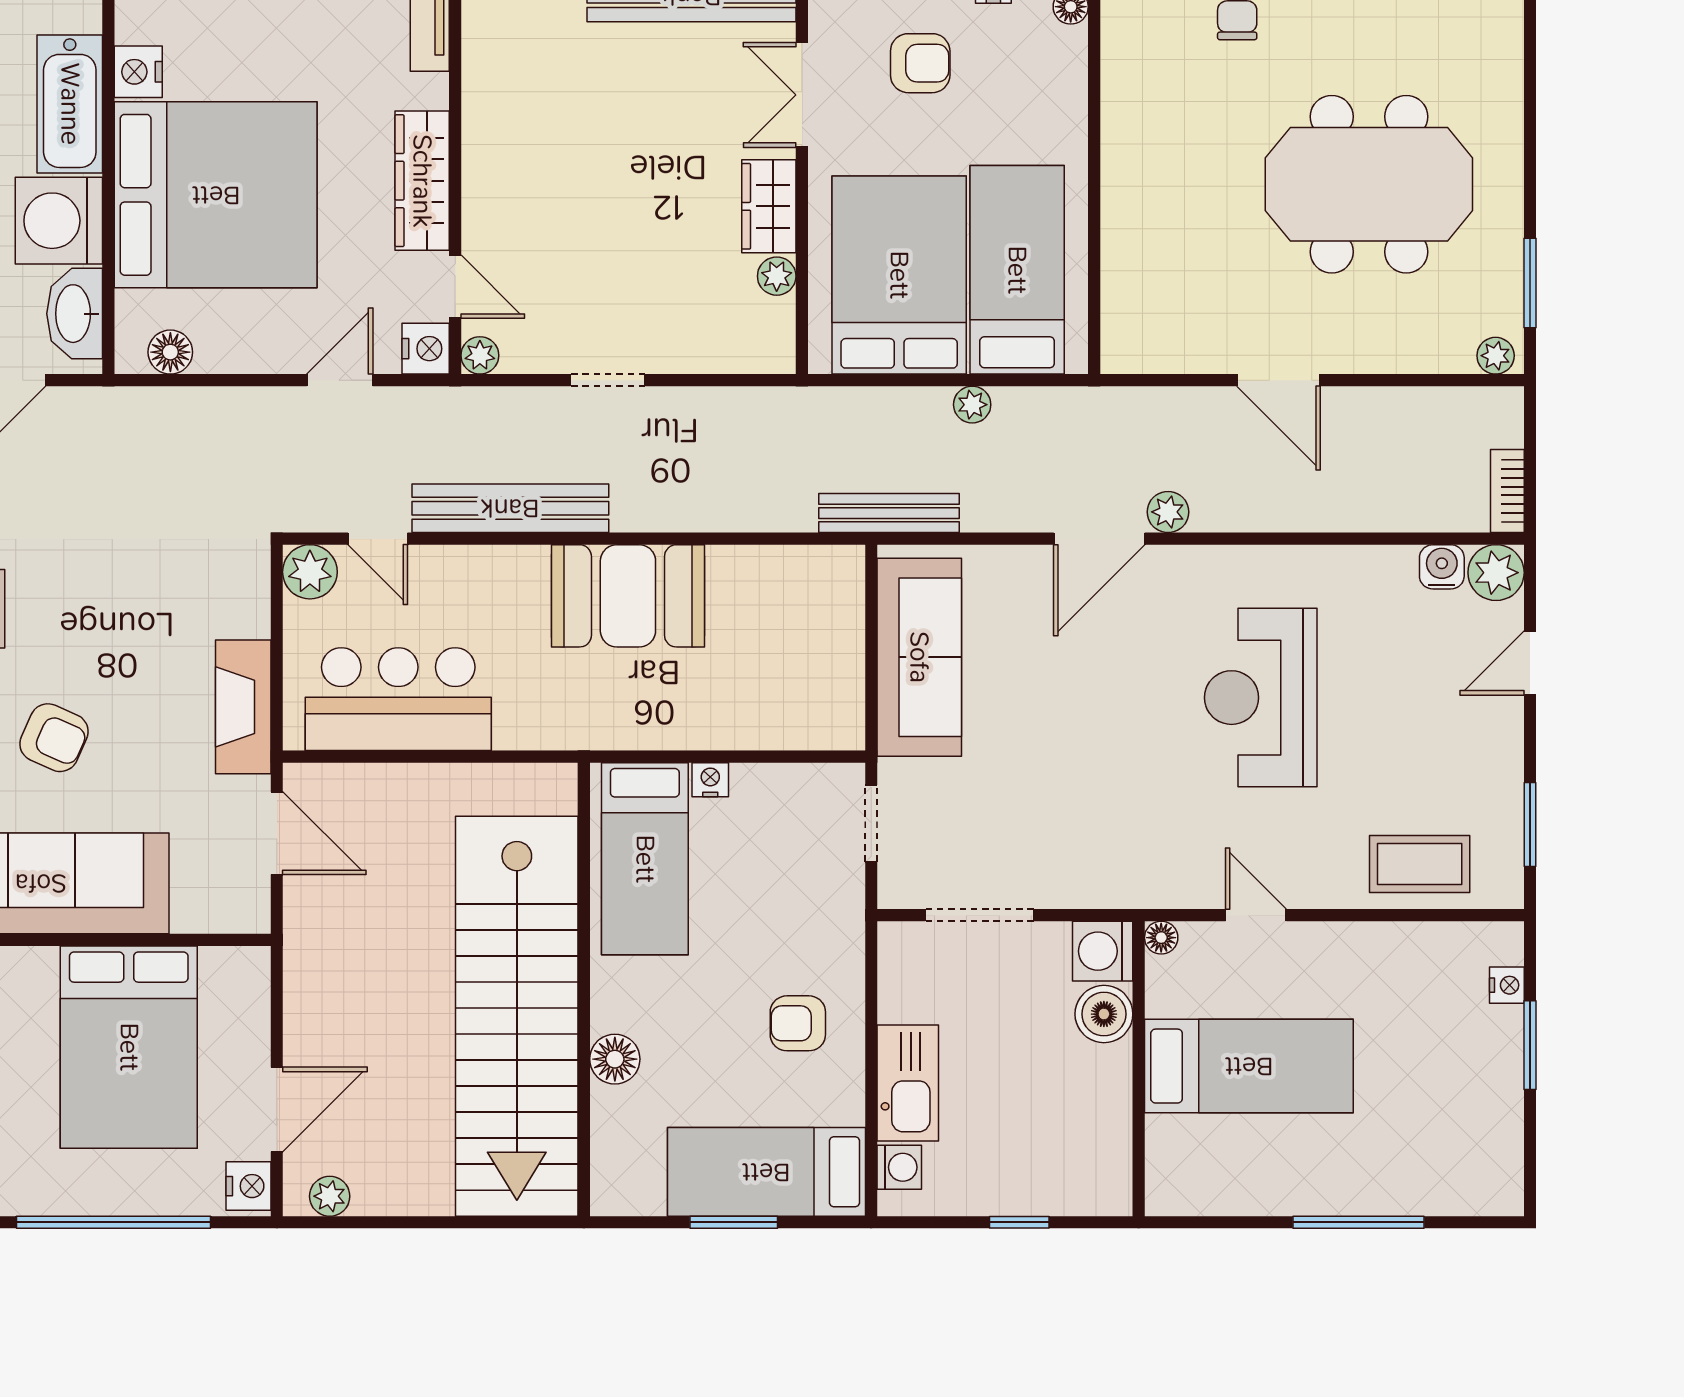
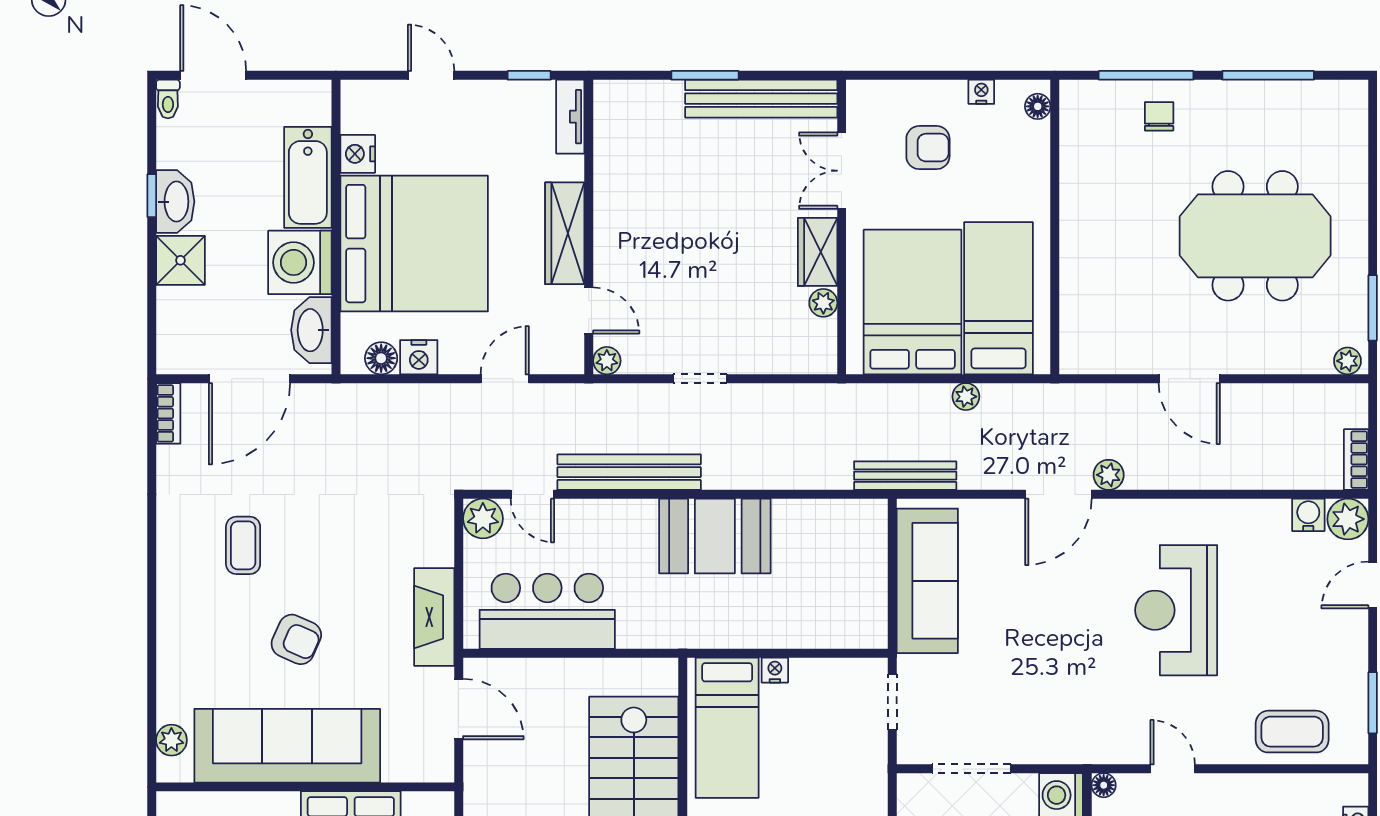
nightstand: (426, 349) -> (419, 357), moved, turned 90

